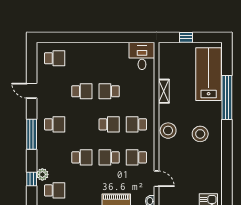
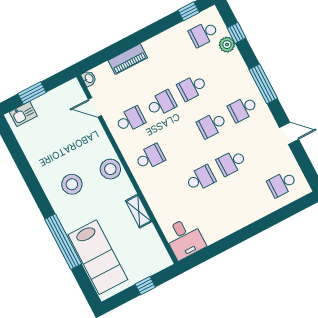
school desk: (109, 124) -> (212, 125), moved

